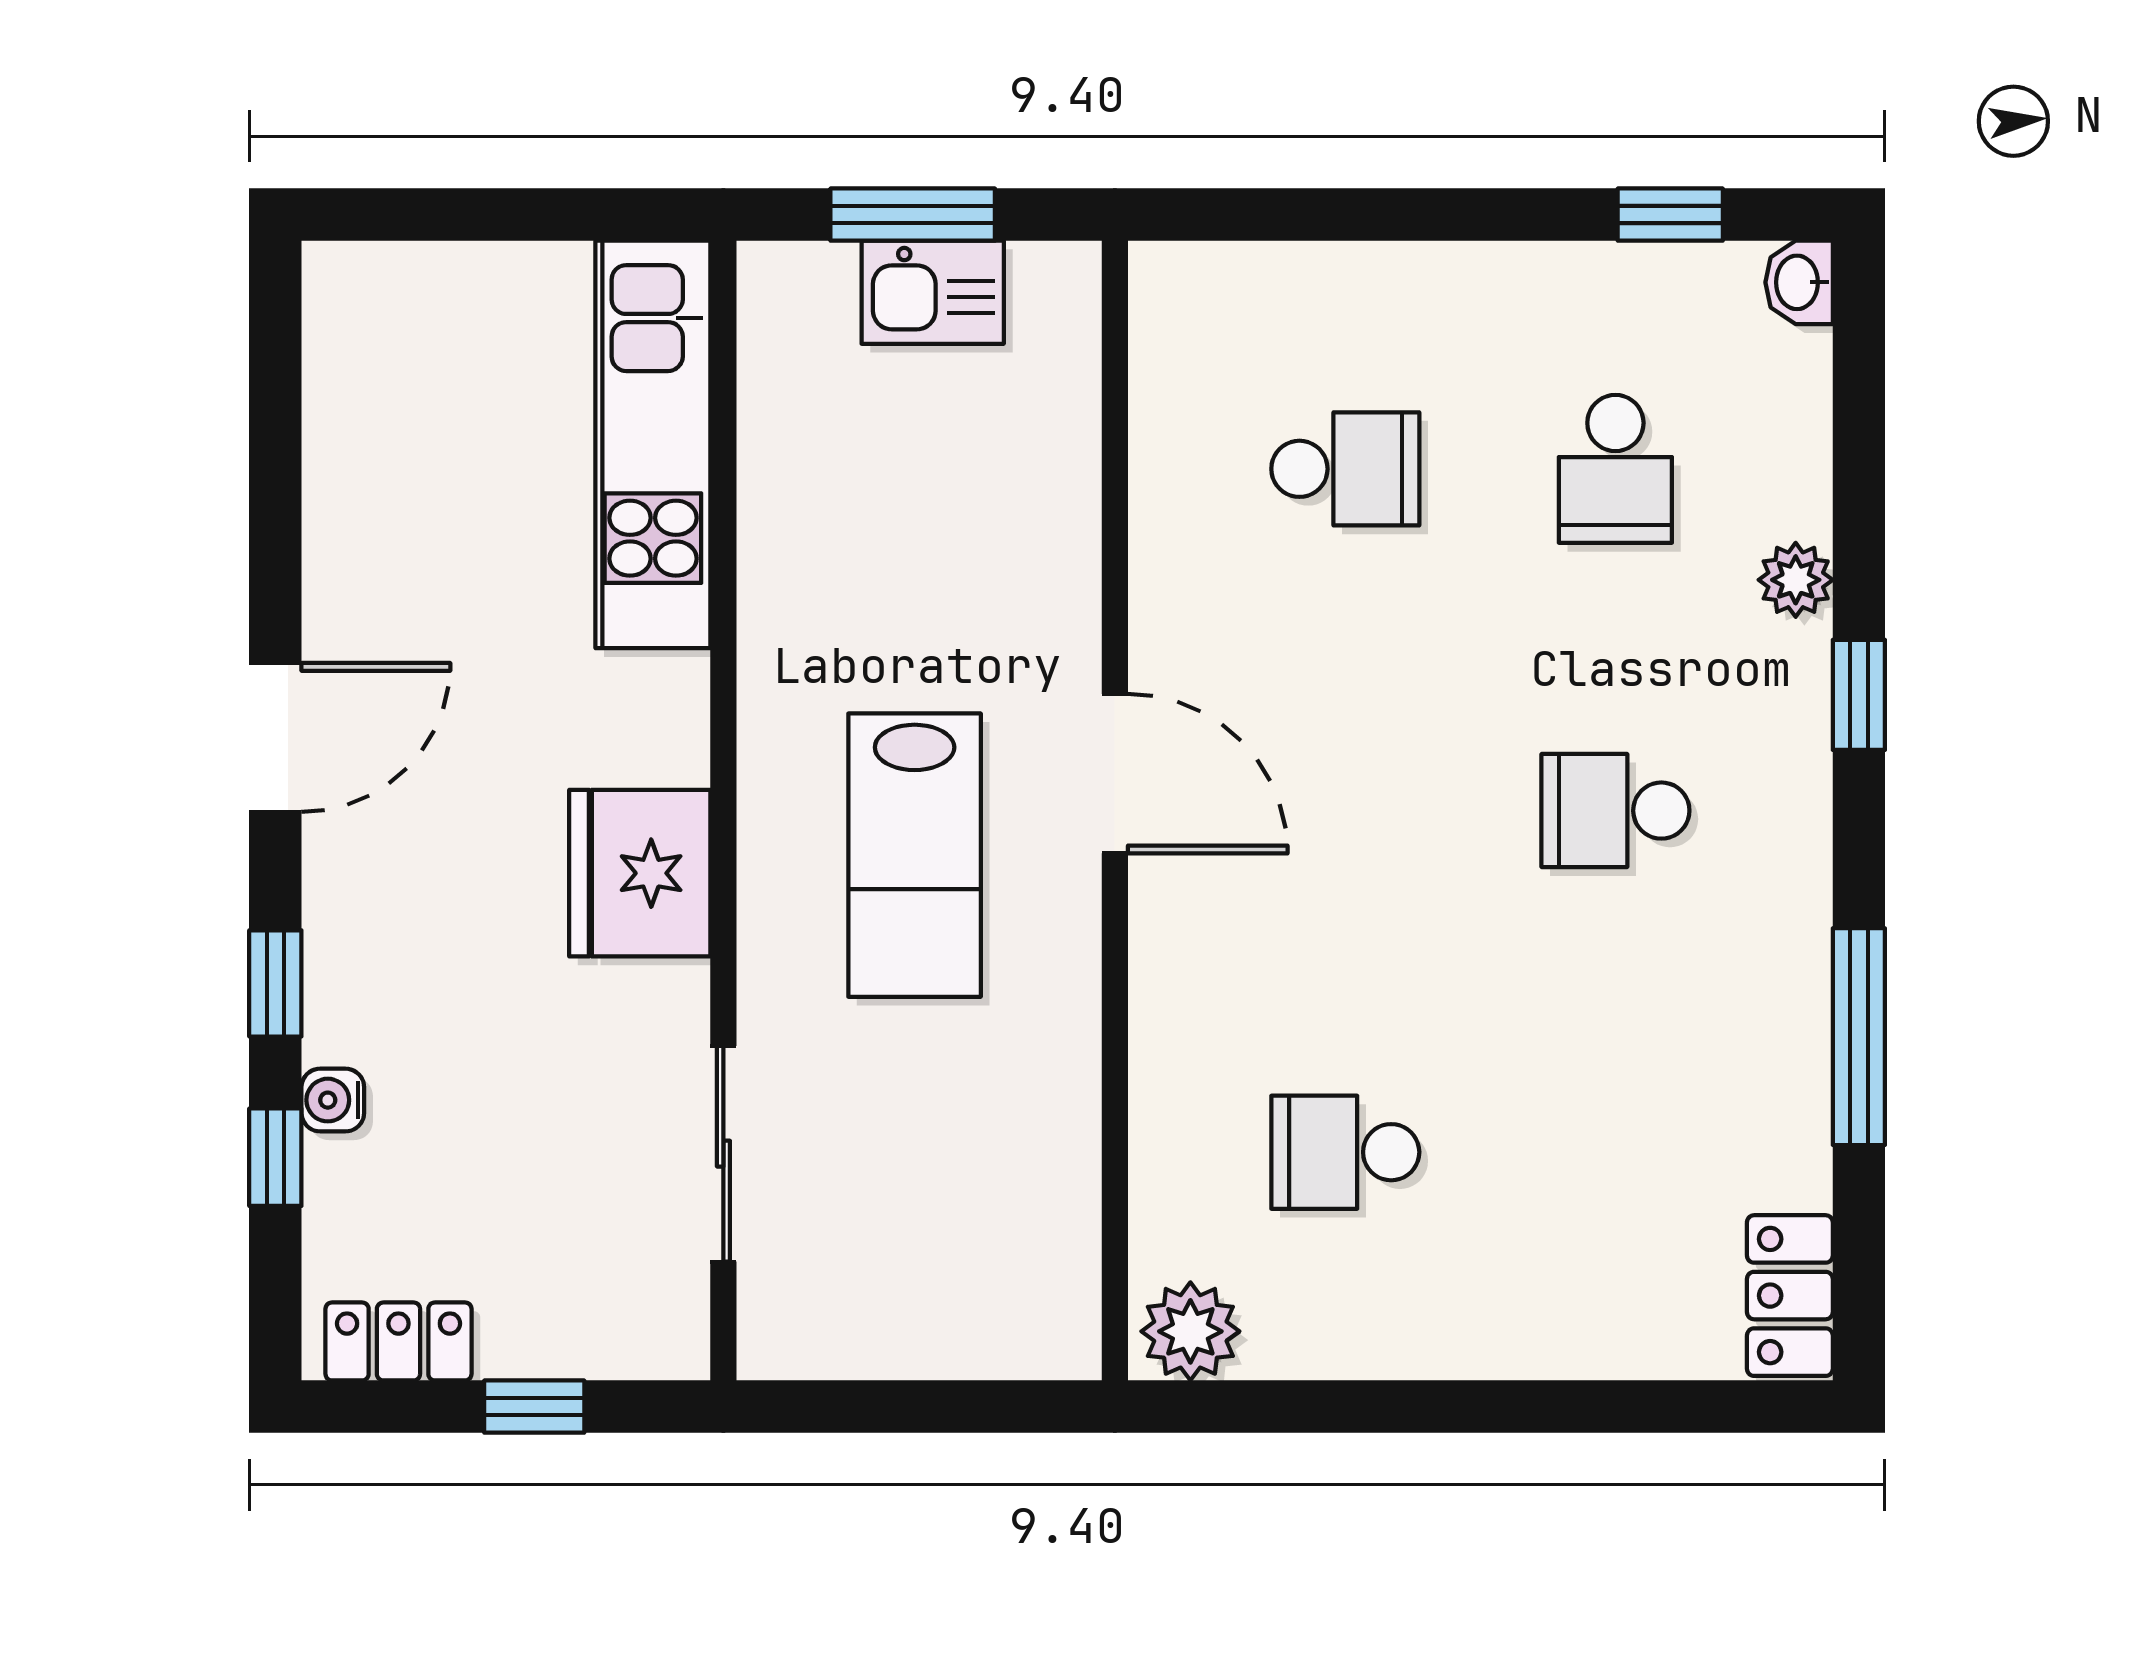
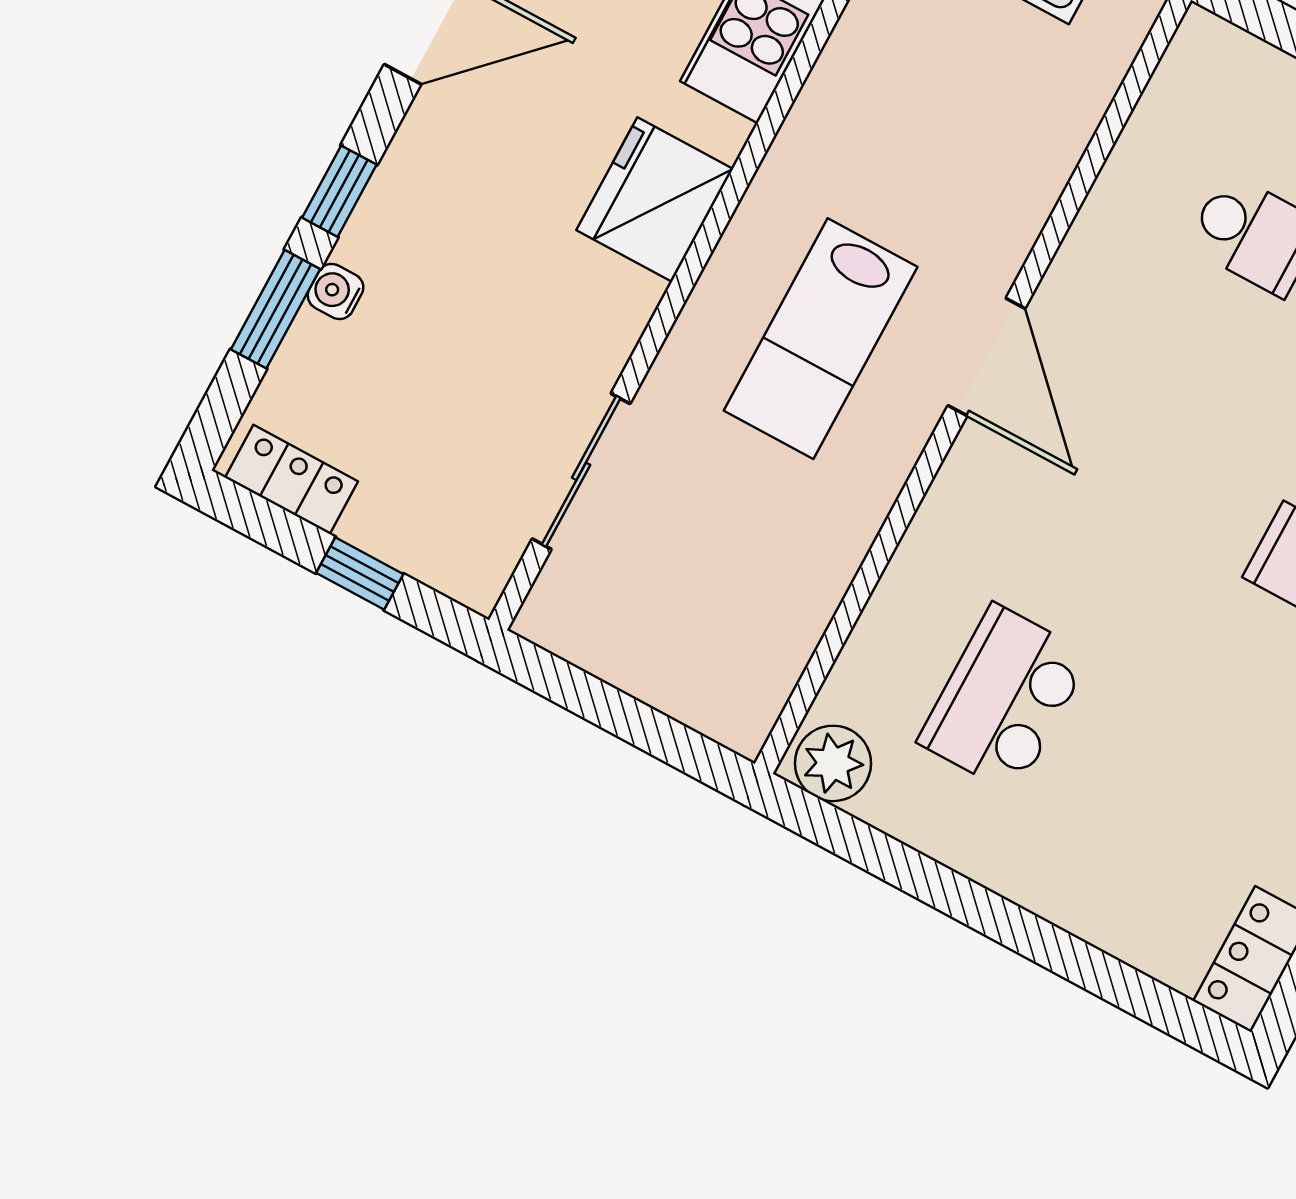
fridge: (640, 873) -> (655, 200), moved
school desk: (1345, 1152) -> (1004, 699), width x1.85
window: (275, 1157) -> (276, 309), width x1.50

